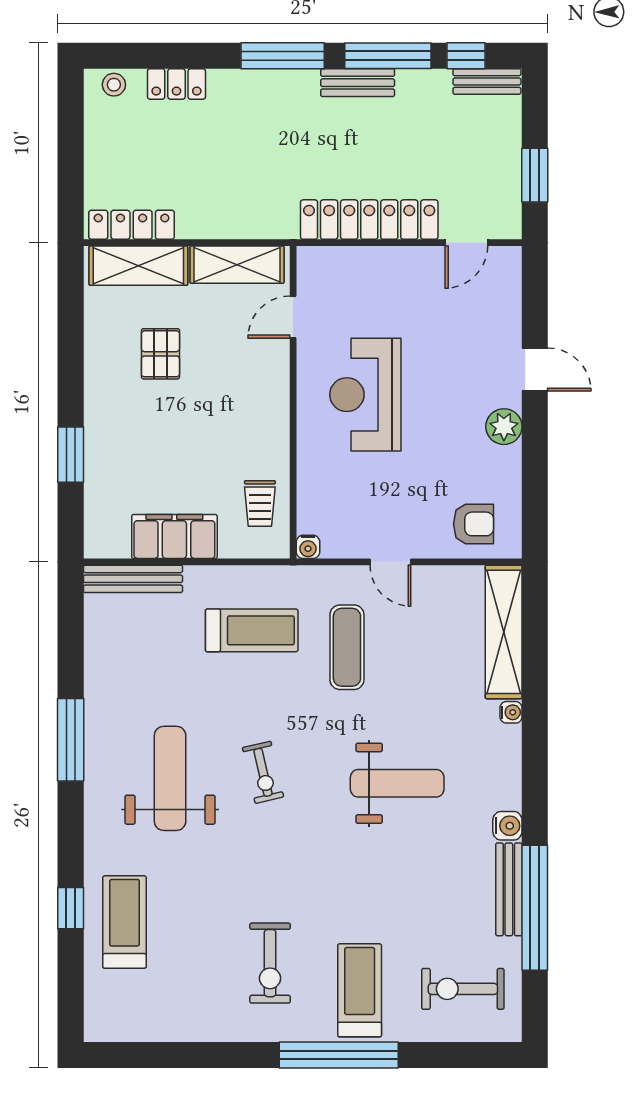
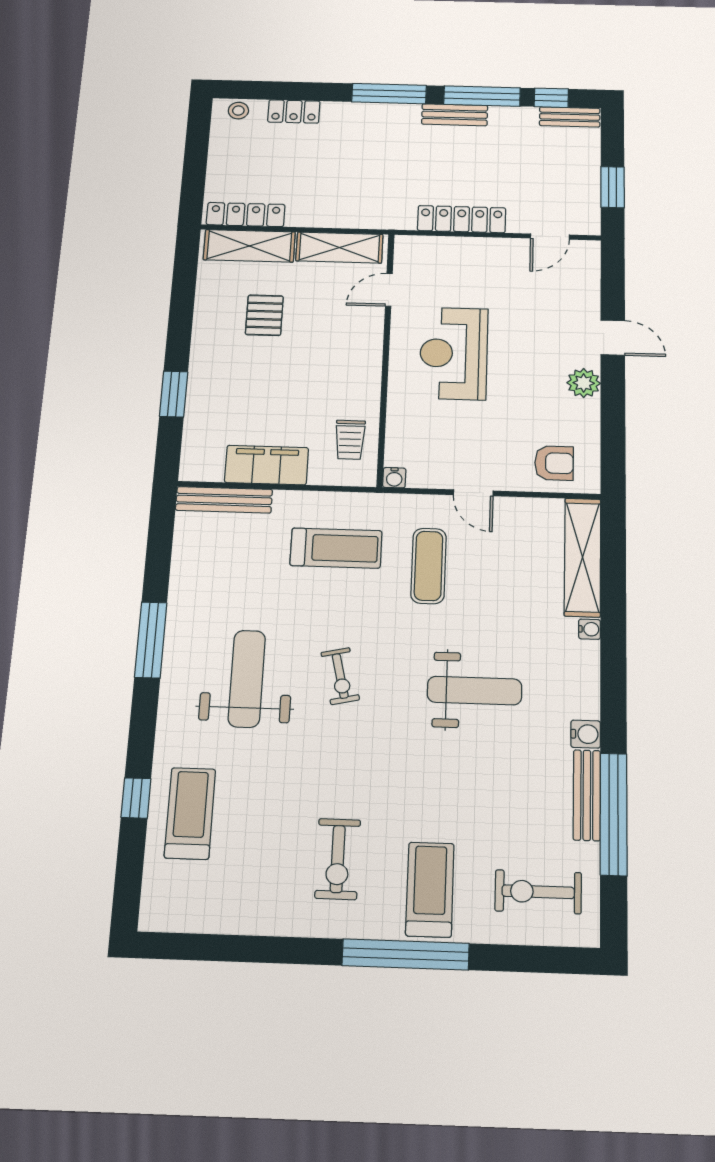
locker: (369, 220) -> (462, 219), width x0.71, depth x0.83

